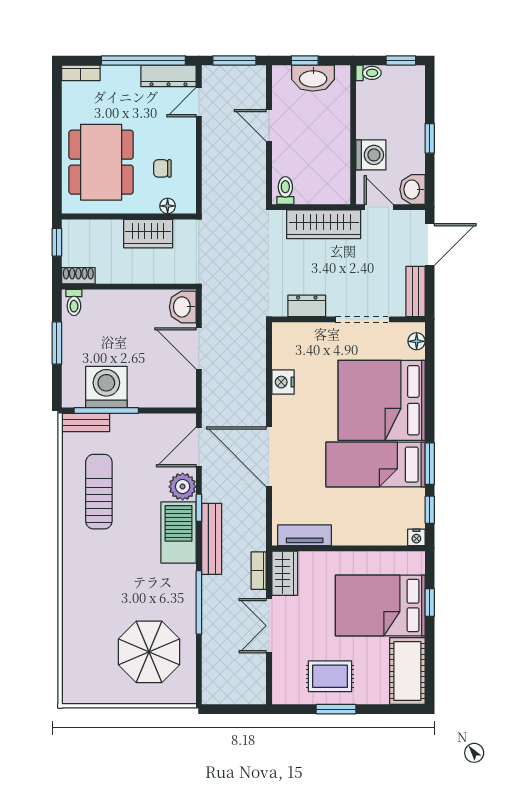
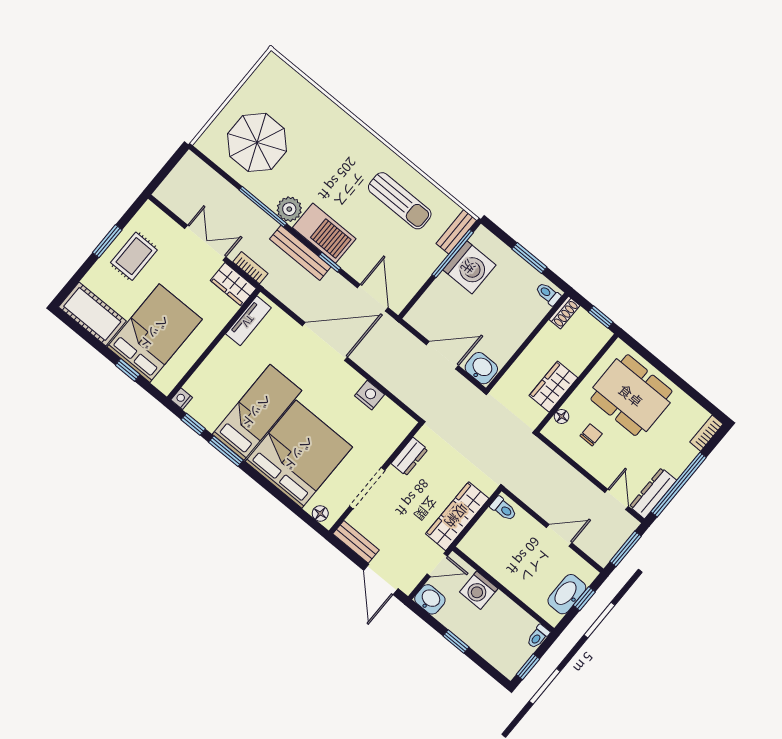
plant: (183, 487) -> (289, 209), moved

